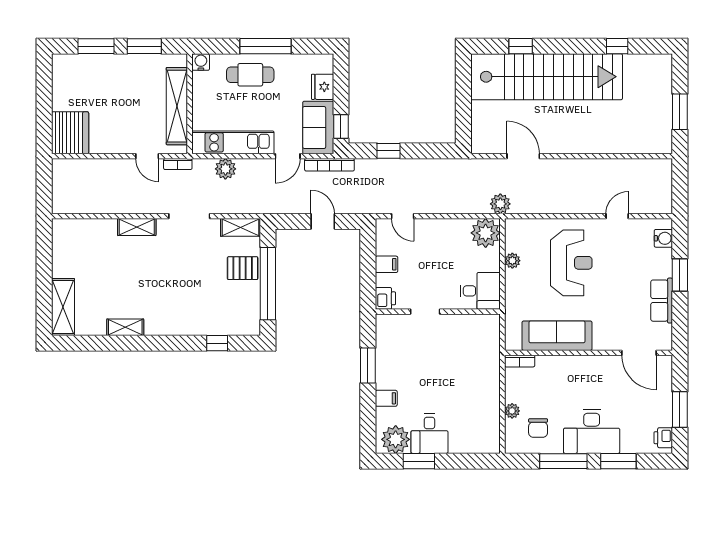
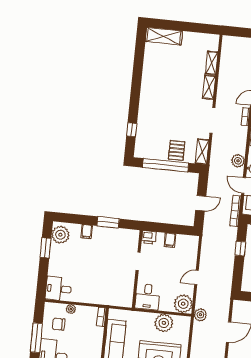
plant: (225, 169) -> (238, 161), moved
door: (403, 216) -> (196, 277), moved
plant: (512, 261) -> (164, 323), width x1.88, depth x1.88
shelving: (125, 327) -> (212, 63), moved
desk: (429, 434) -> (59, 289), moved

